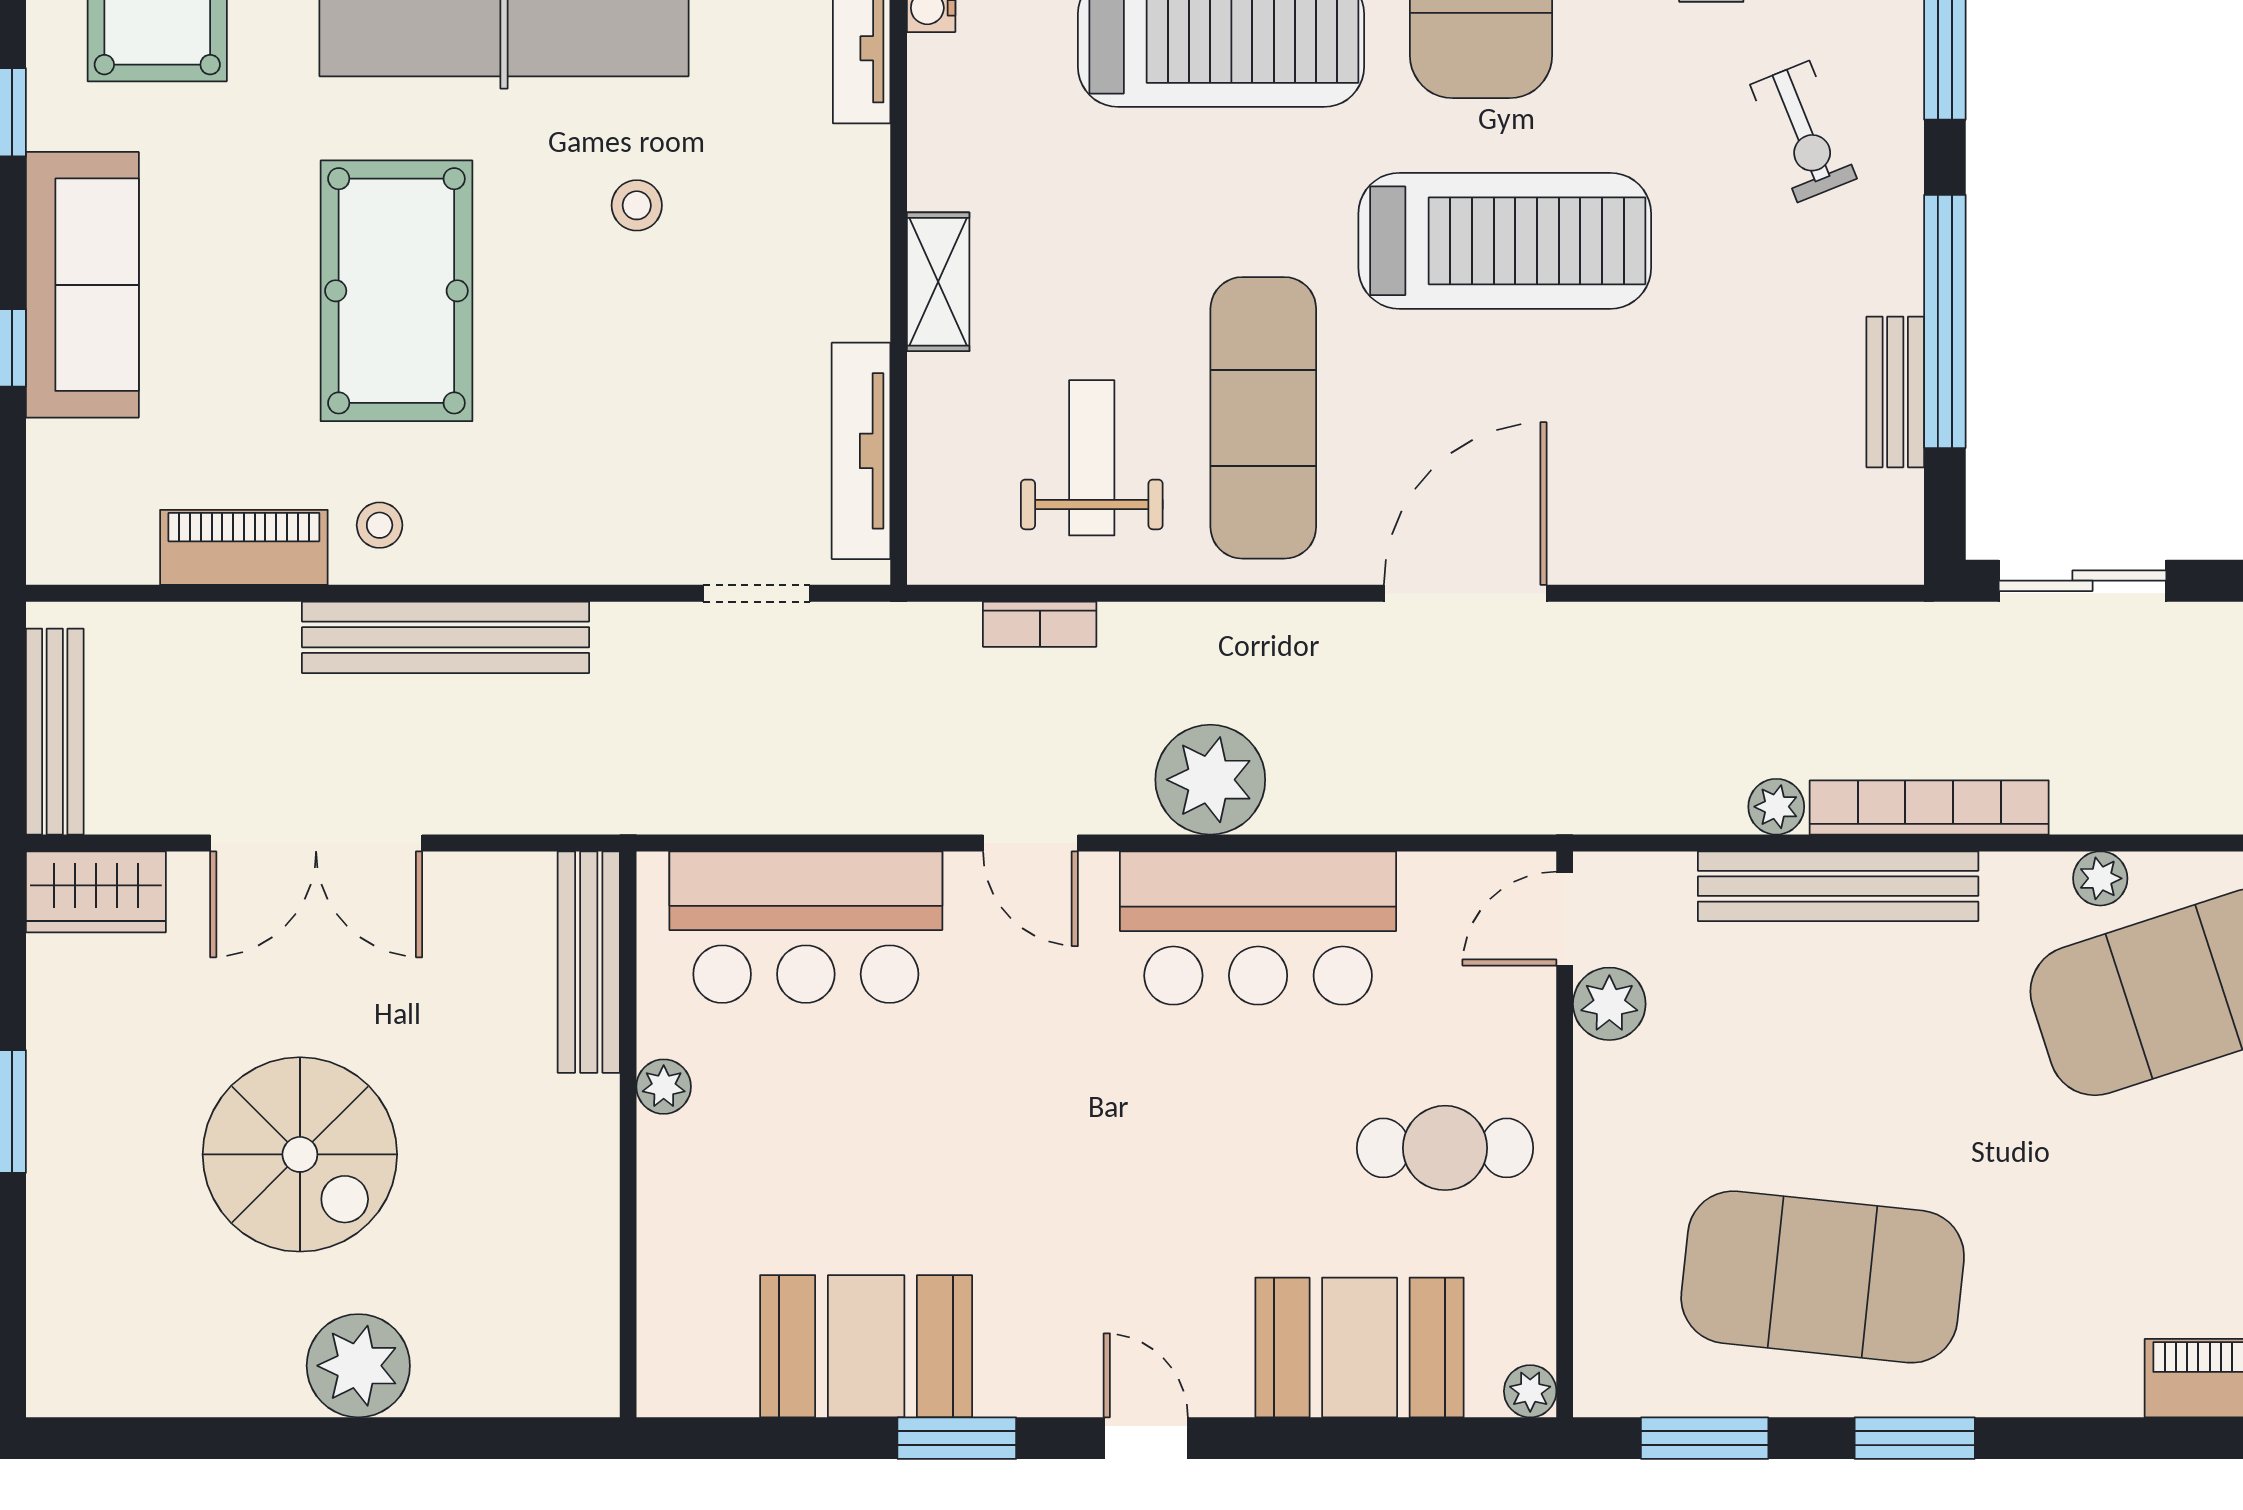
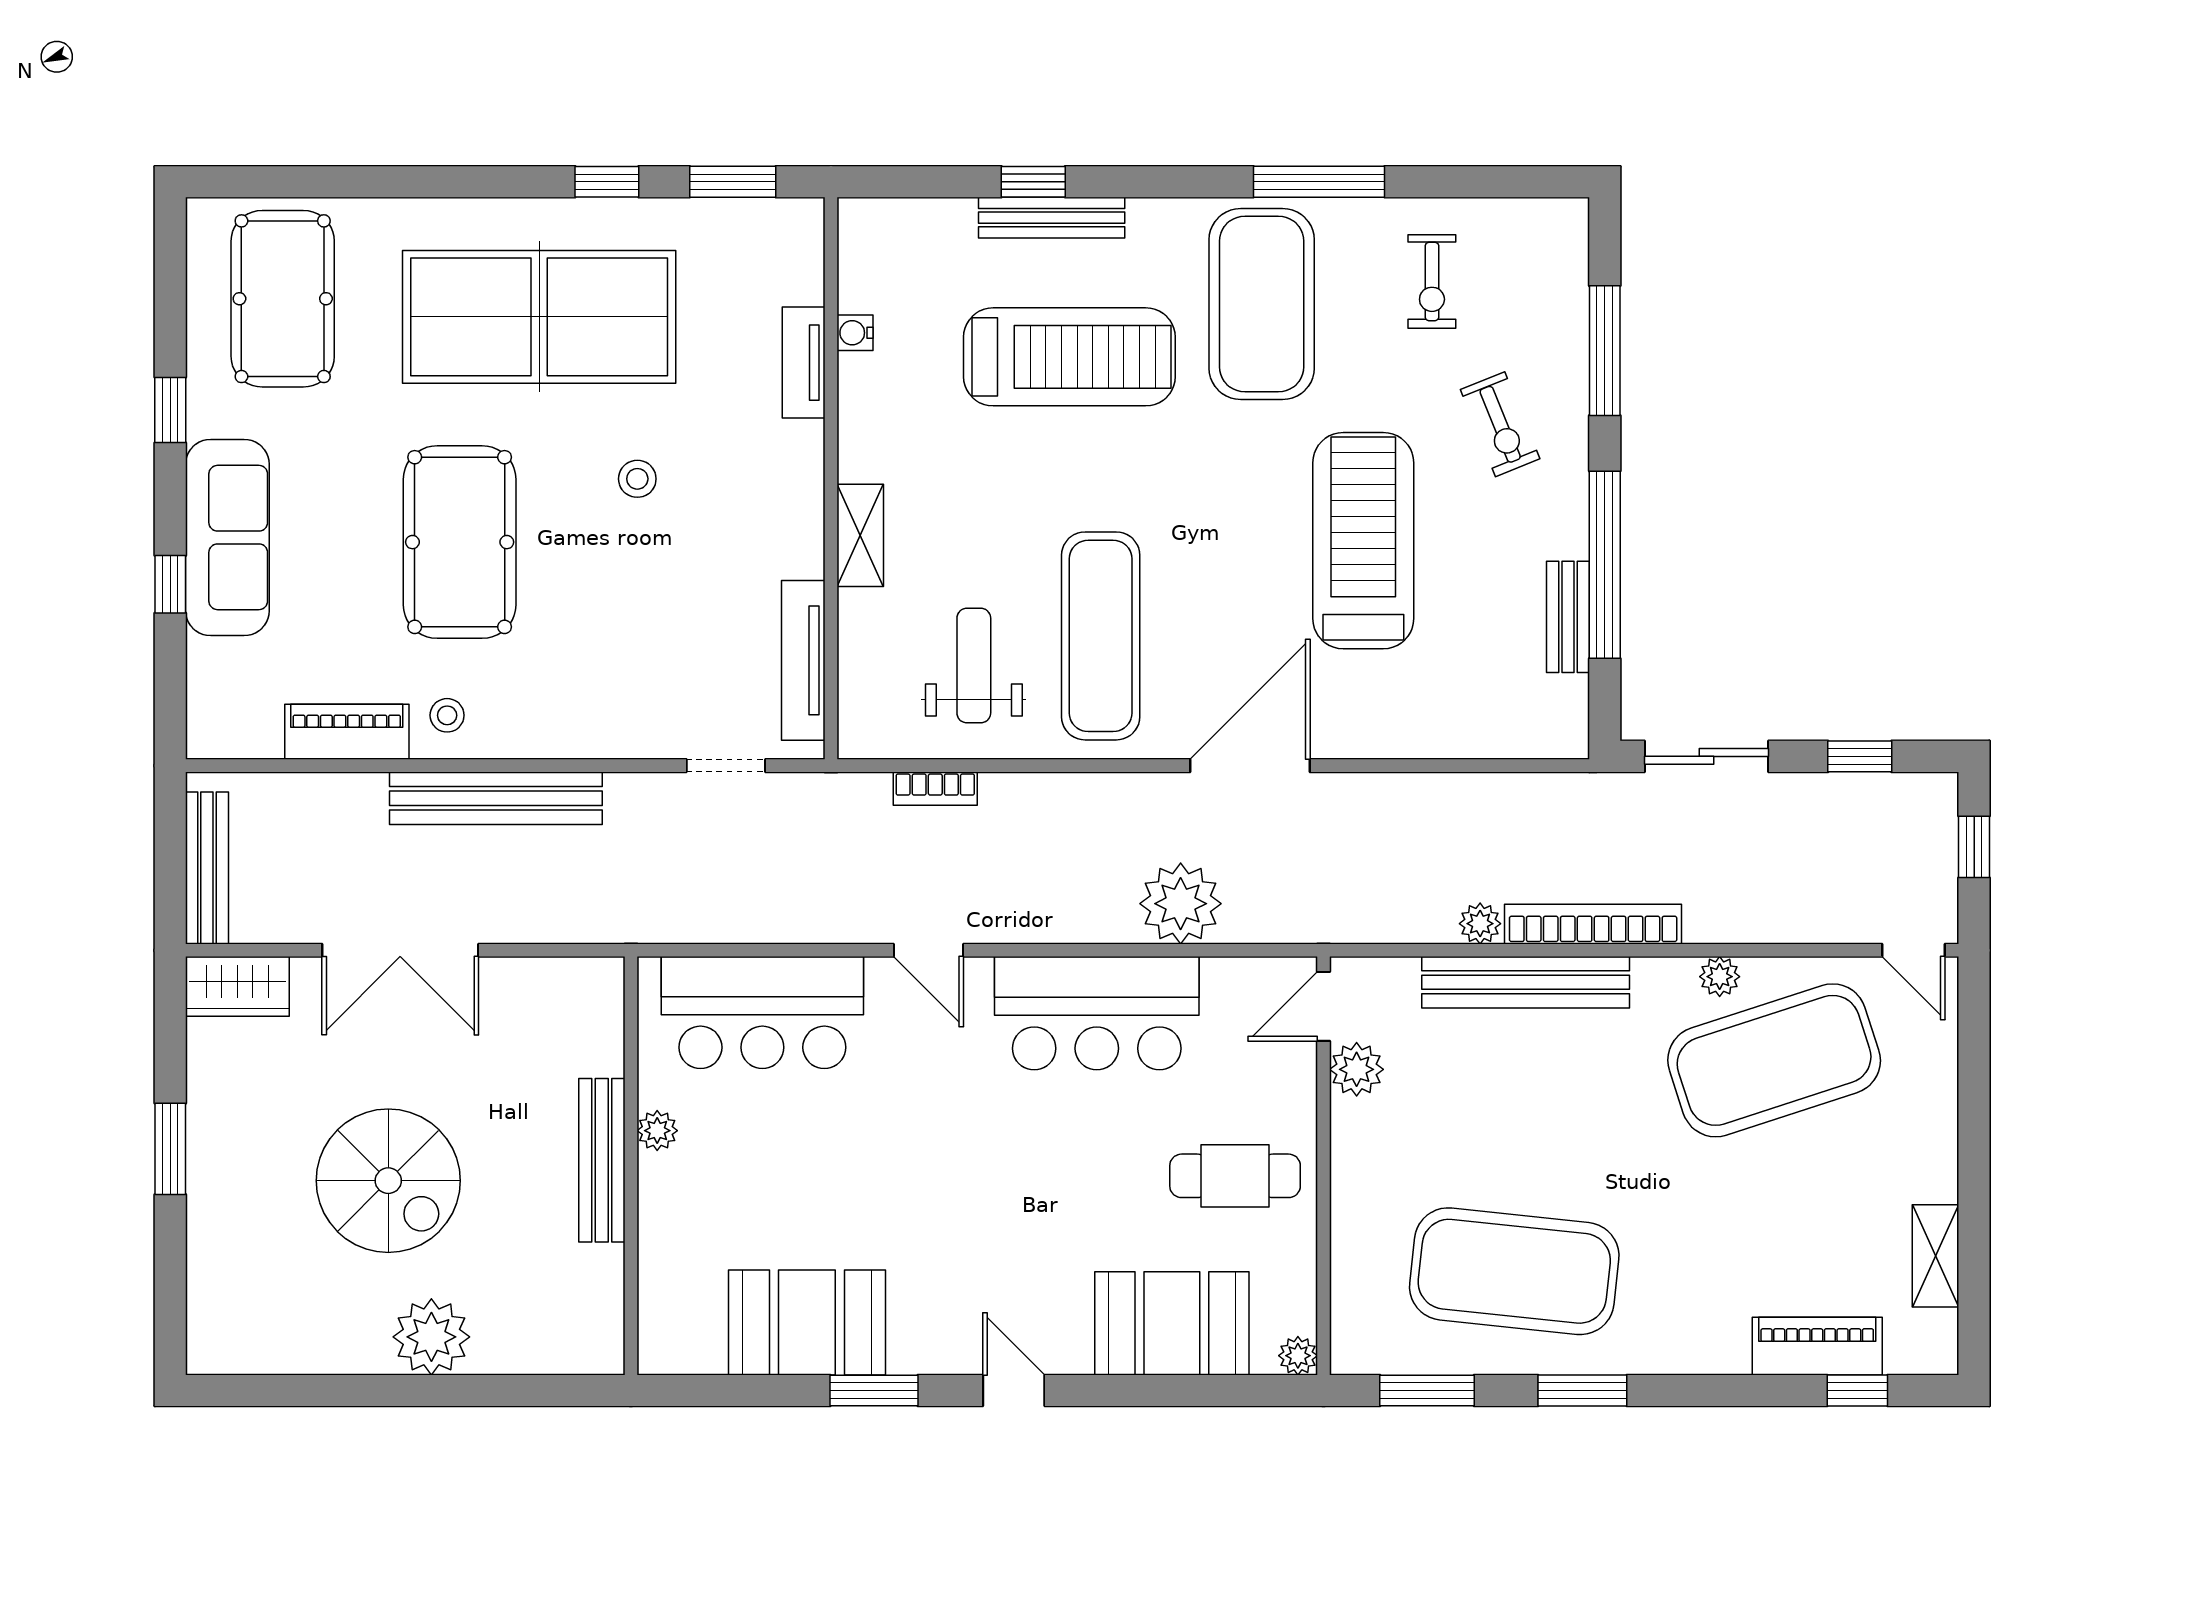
treadmill: (1505, 241) -> (1363, 541), moved, turned -90
plant: (1210, 780) -> (1181, 904), moved
bench: (589, 962) -> (602, 1160), moved

